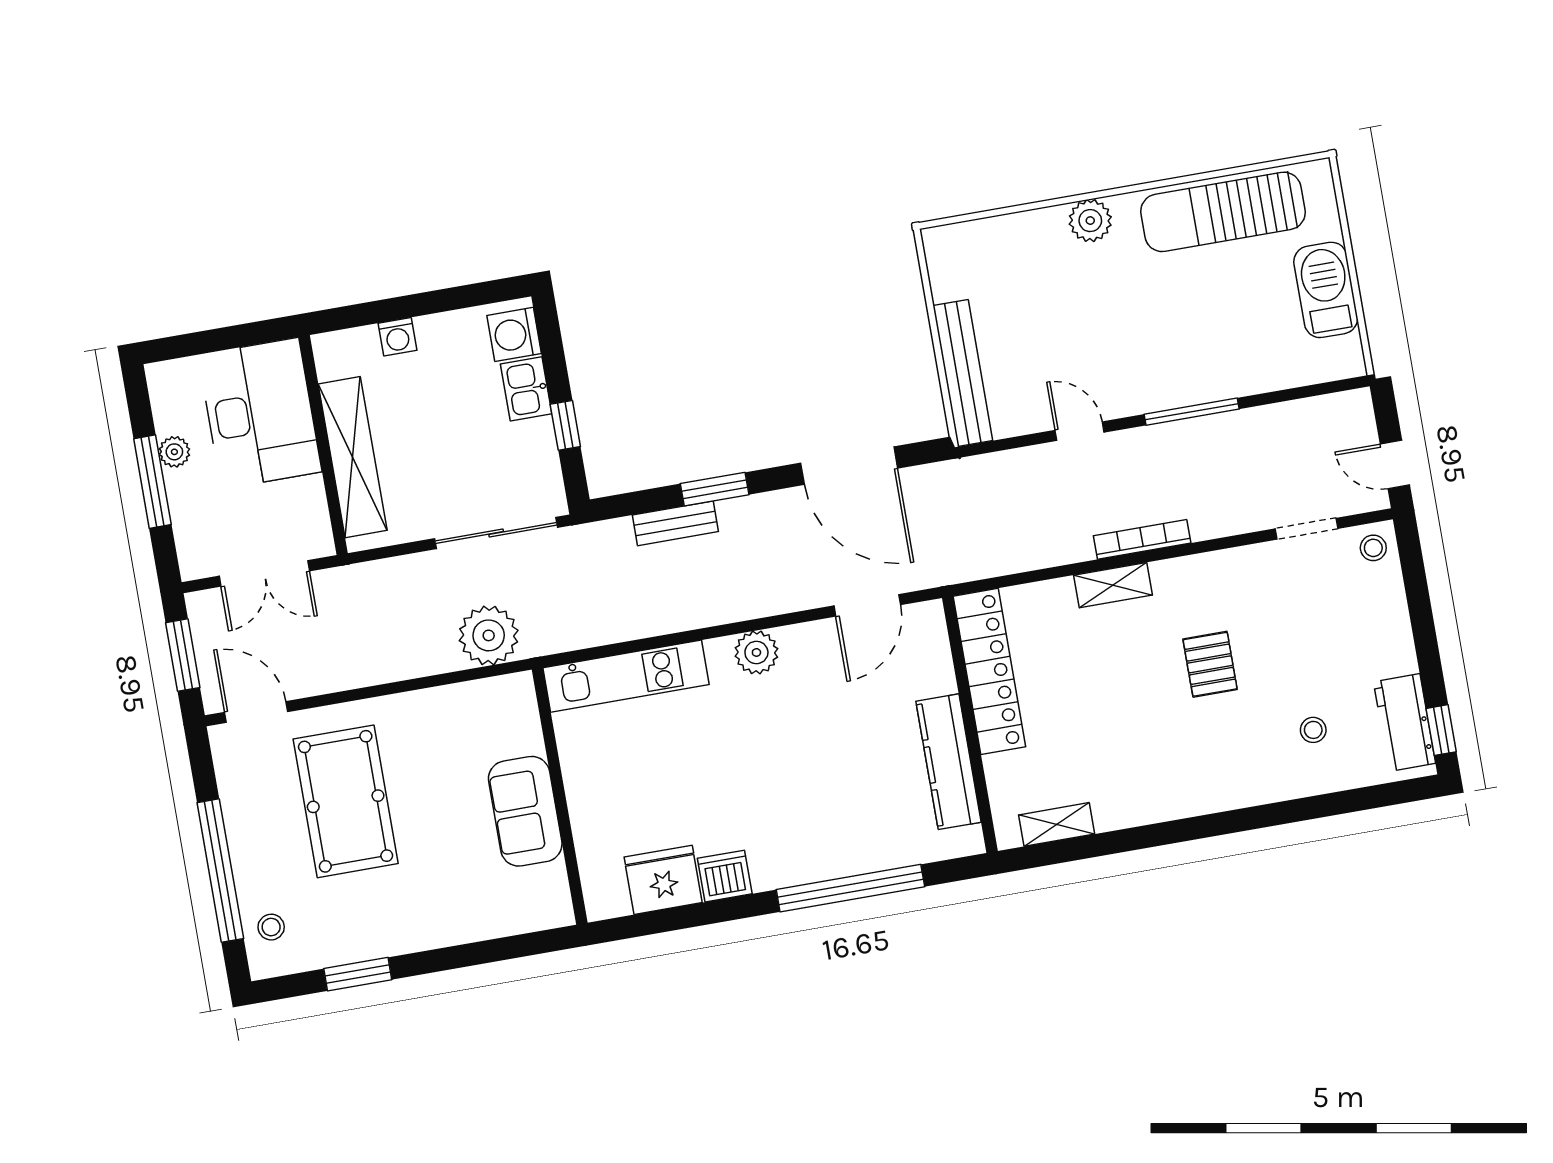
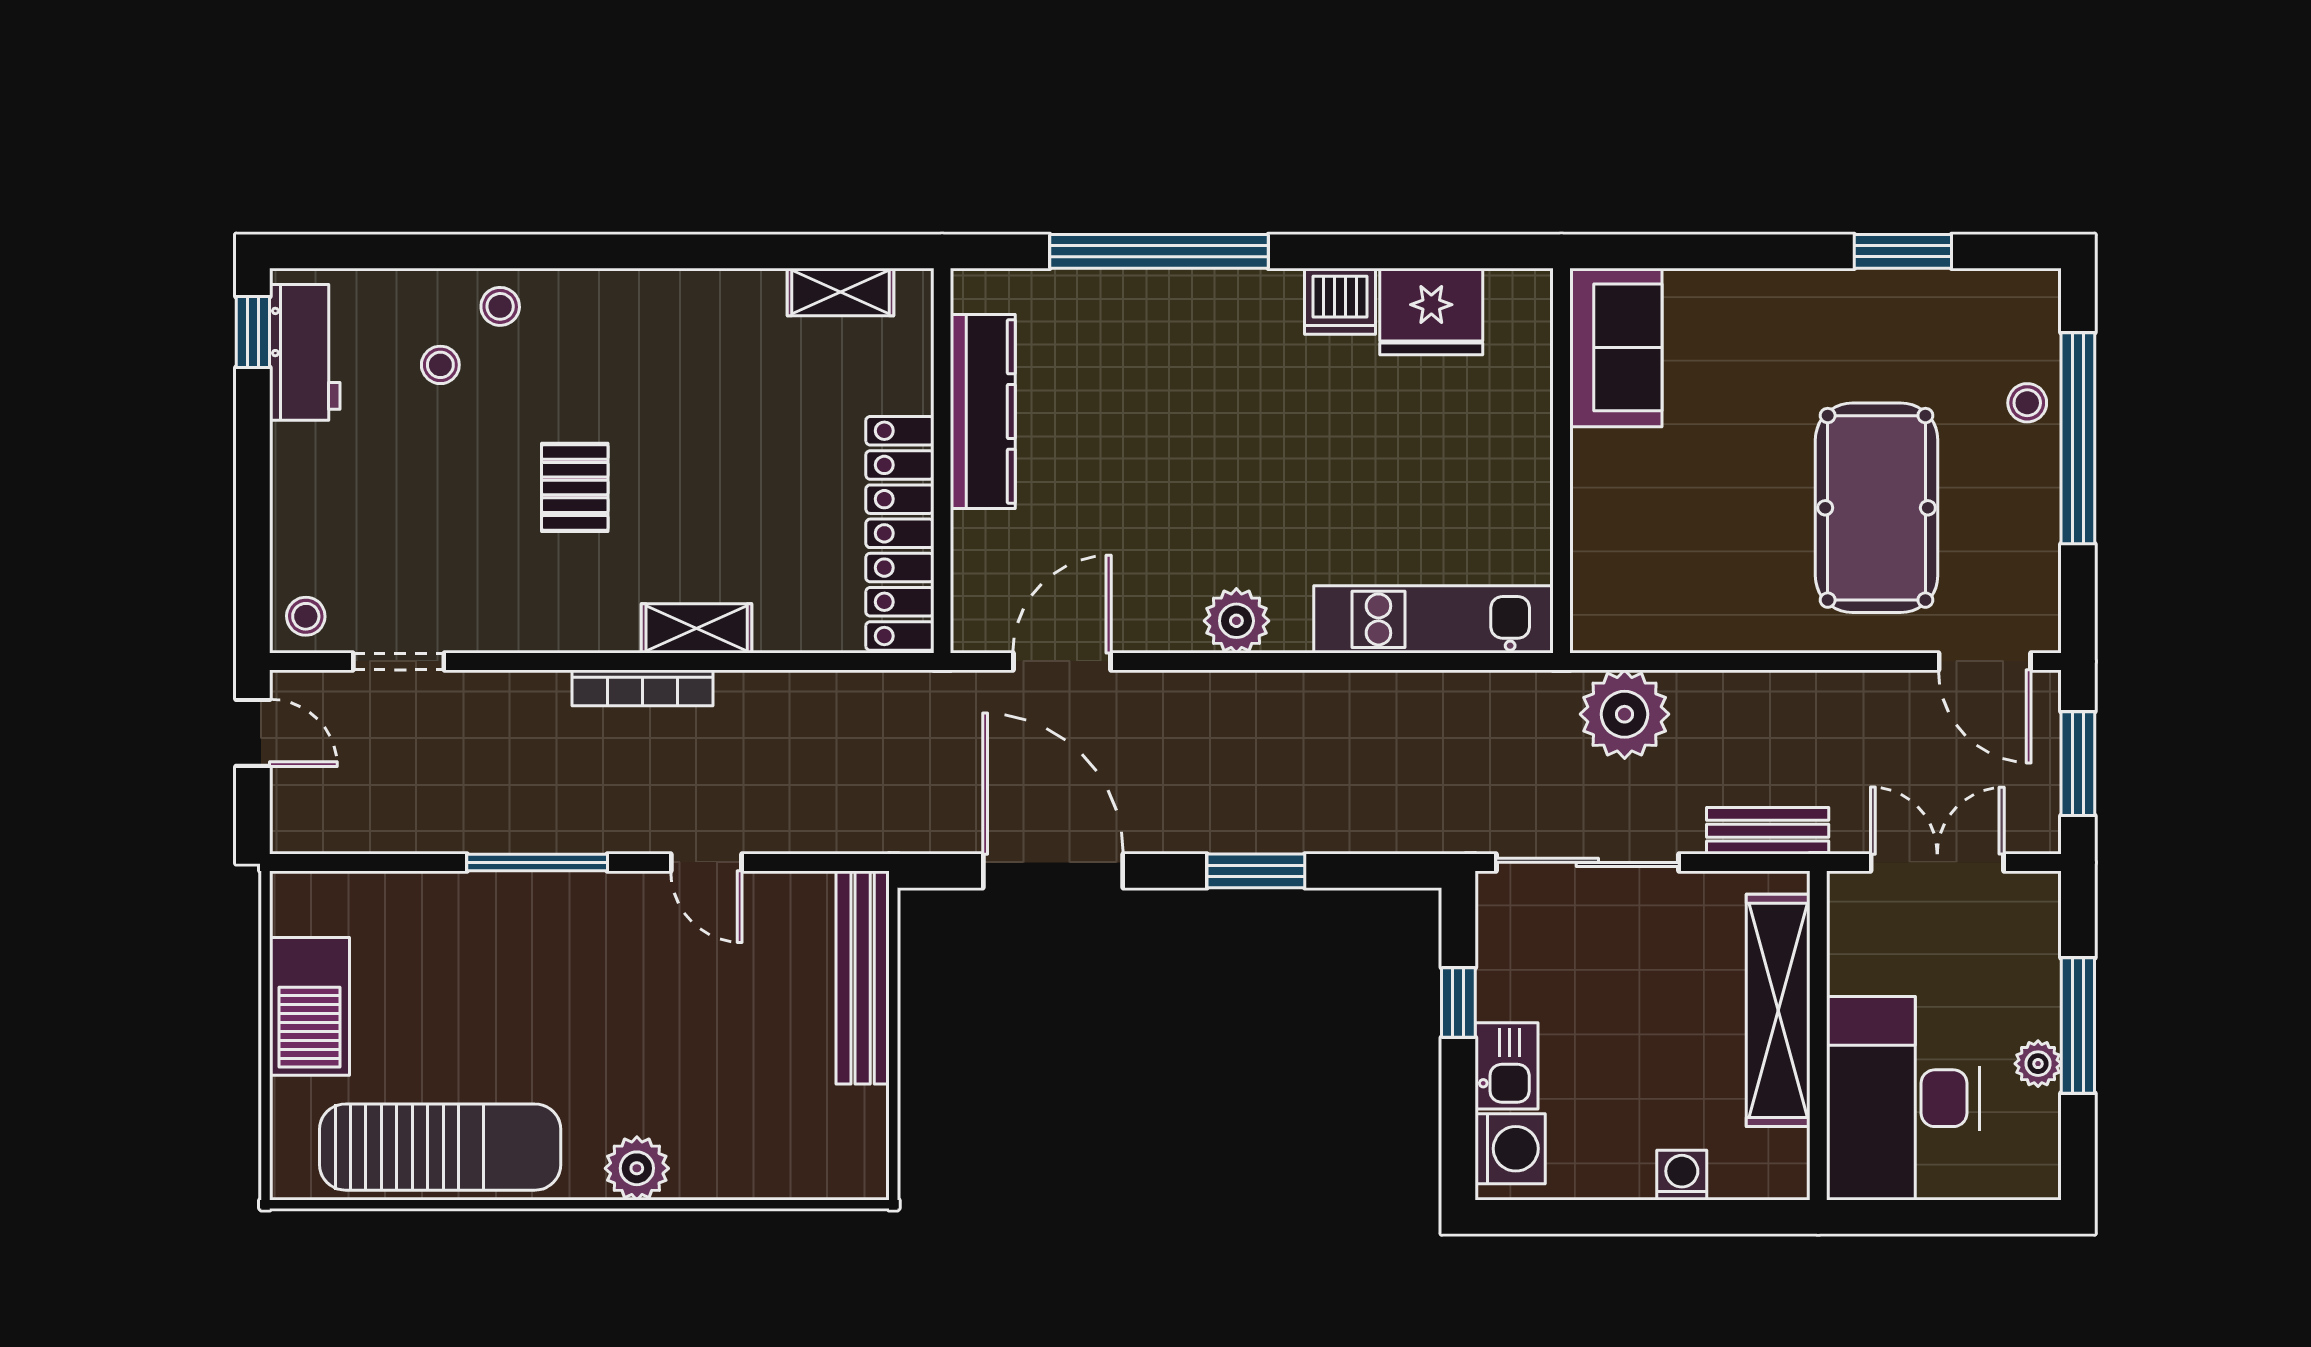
bench: (675, 523) -> (1768, 831), moved
stool: (1280, 776) -> (500, 306), added
sofa: (525, 811) -> (1616, 347), moved
stool: (271, 927) -> (2027, 403), moved

